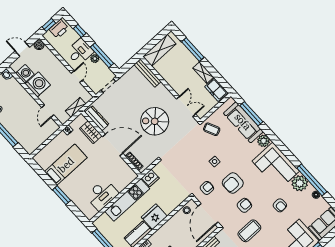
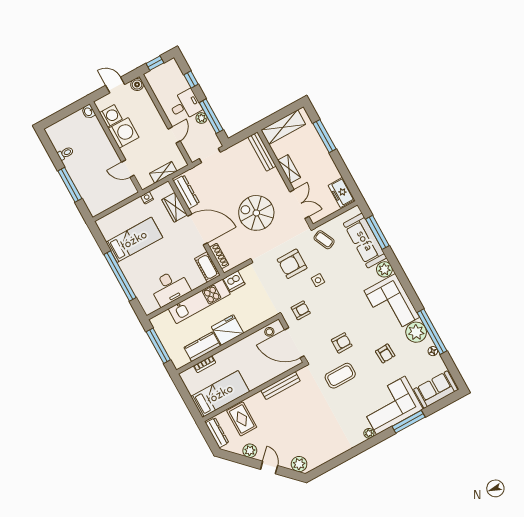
printer: (59, 29) -> (166, 71), removed
shelving: (203, 73) -> (289, 169), moved
door: (48, 111) -> (128, 169), hinge flipped
cot: (127, 172) -> (207, 267), added
armchair: (233, 183) -> (292, 264), moved
window: (62, 195) -> (120, 276), width x2.11
door: (208, 214) -> (294, 343), hinge flipped

